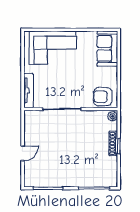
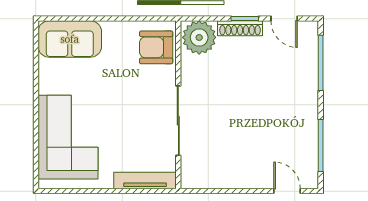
armchair: (103, 97) -> (156, 47), turned 90
plant: (113, 116) -> (199, 37), width x1.87, depth x1.87
door: (23, 153) -> (287, 191), moved
door: (119, 168) -> (284, 19), added

